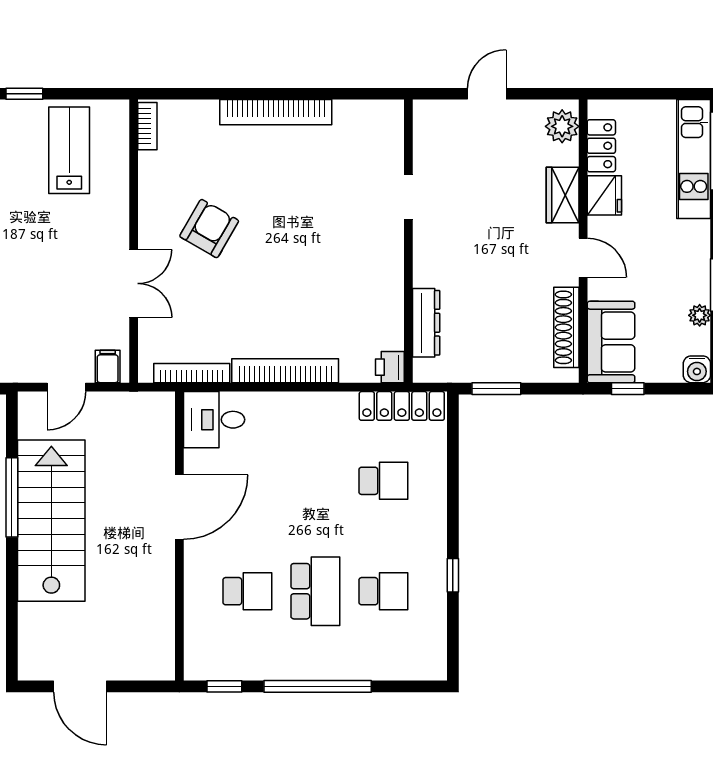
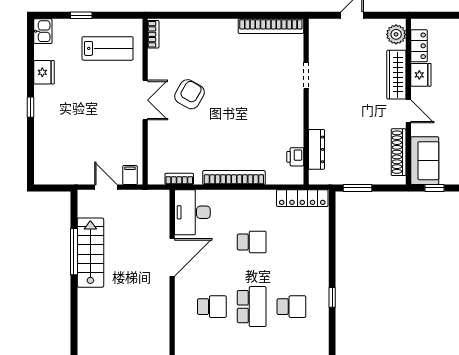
bookcase: (276, 112) -> (271, 26), moved
lab bench: (69, 150) -> (108, 48), turned 90
wardrobe: (563, 195) -> (396, 75), width x1.50
double door: (134, 283) -> (145, 100), moved
printer: (390, 367) -> (295, 157), moved
bookcase: (192, 373) -> (179, 179), width x0.64
door: (66, 387) -> (106, 187), swing flipped
desk: (214, 420) -> (192, 212), width x1.37
school desk: (383, 481) -> (252, 242), moved
stairs: (51, 521) -> (90, 253), width x0.73, depth x0.66

